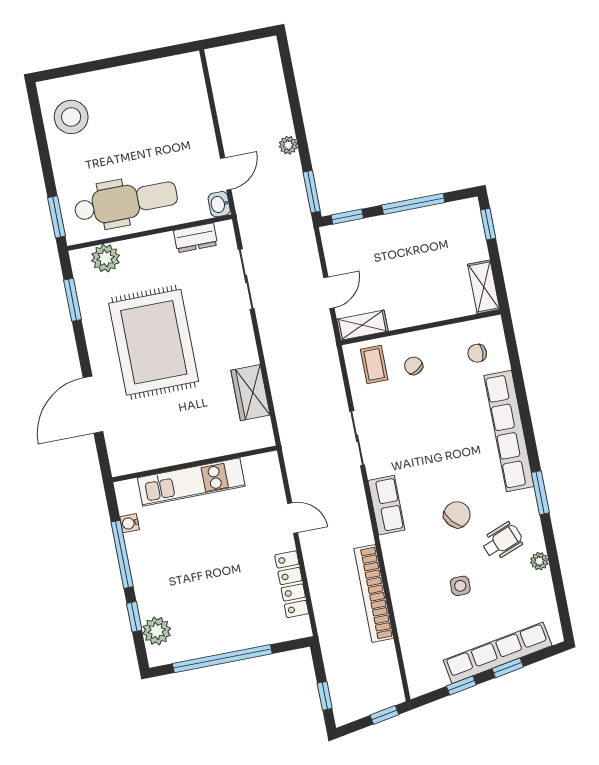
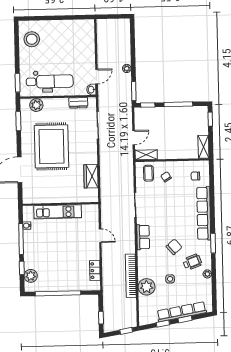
locker: (292, 584) -> (95, 271), width x0.66
plant: (412, 612) -> (147, 287), added

